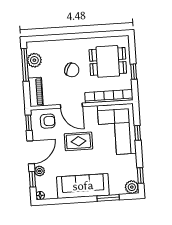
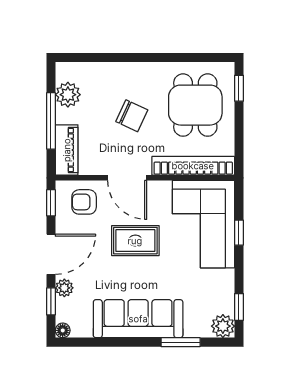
dining table: (108, 61) -> (195, 105), turned 90
window: (25, 65) -> (51, 121), moved
window: (134, 72) -> (239, 88), moved
armchair: (48, 121) -> (84, 202), turned 180

